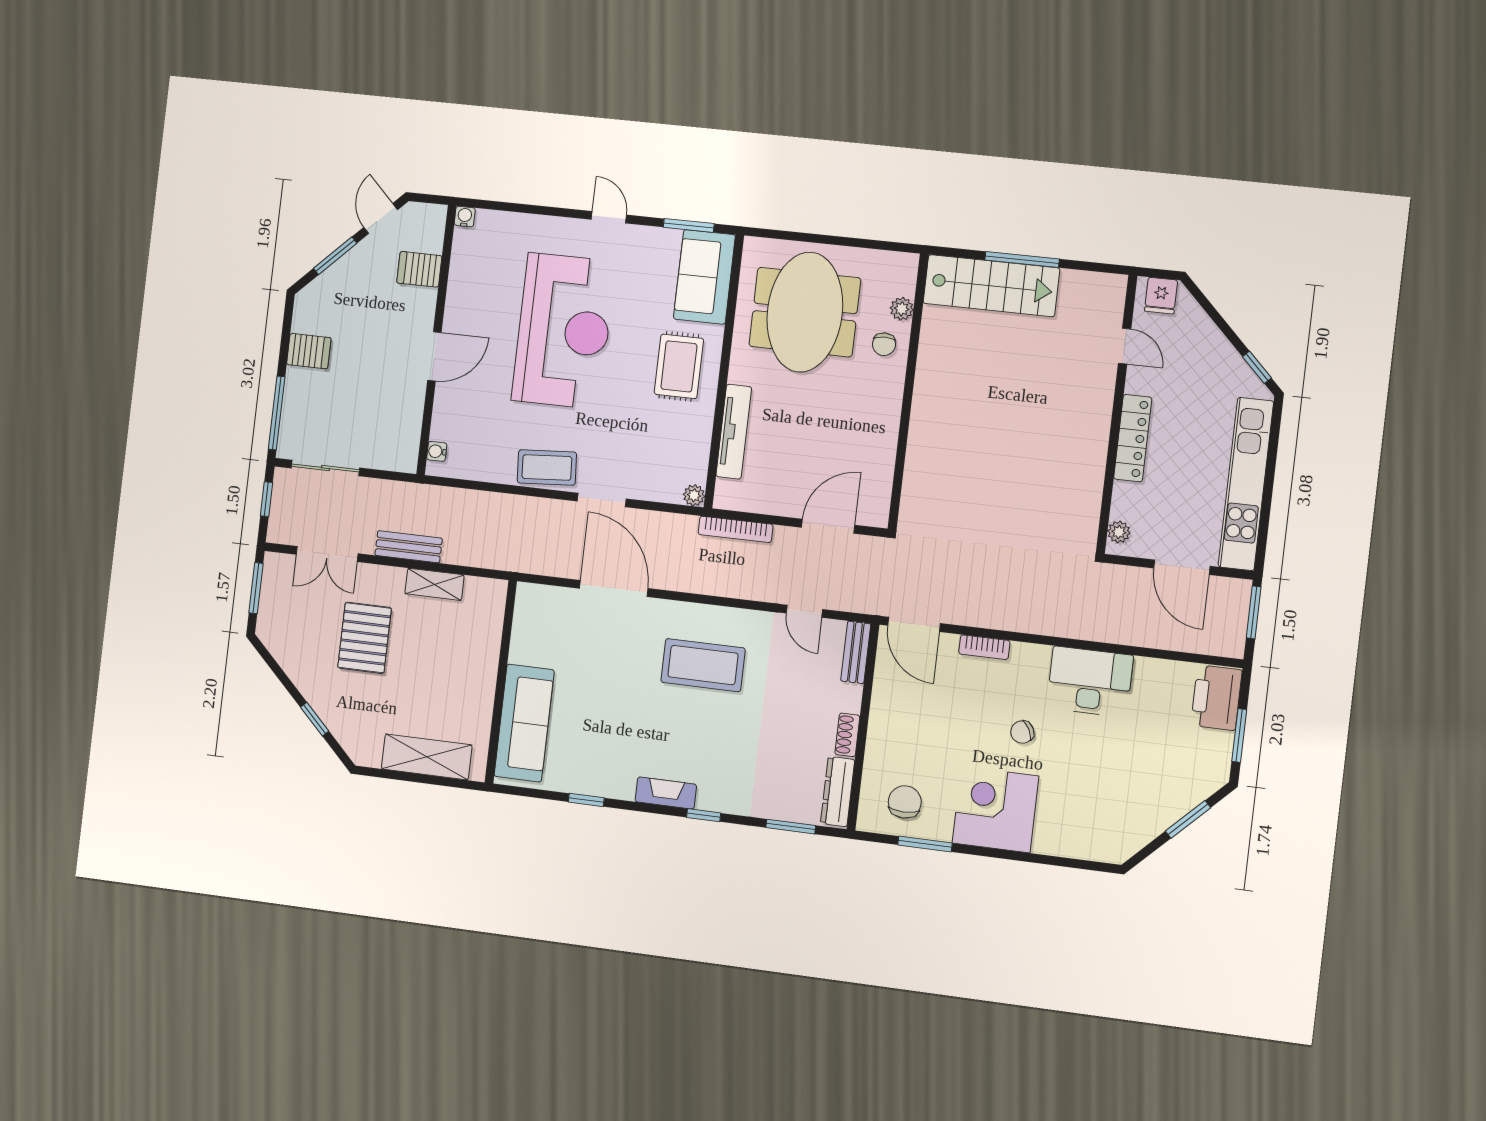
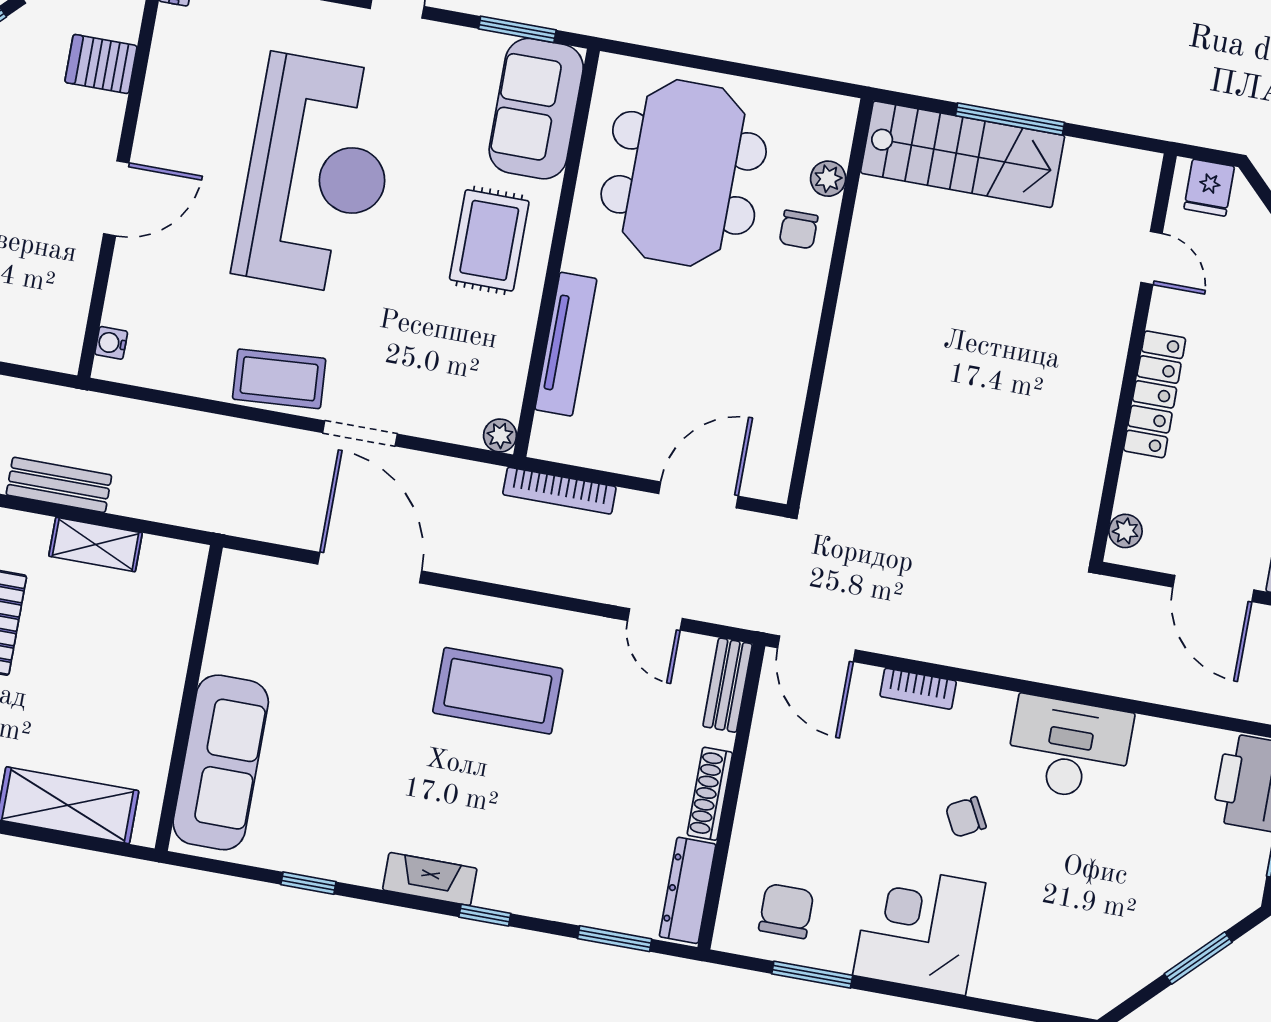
shoe rack: (847, 735) -> (710, 794), width x1.43

